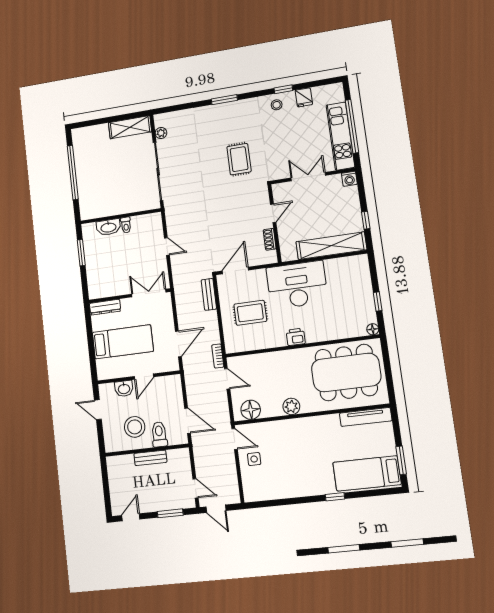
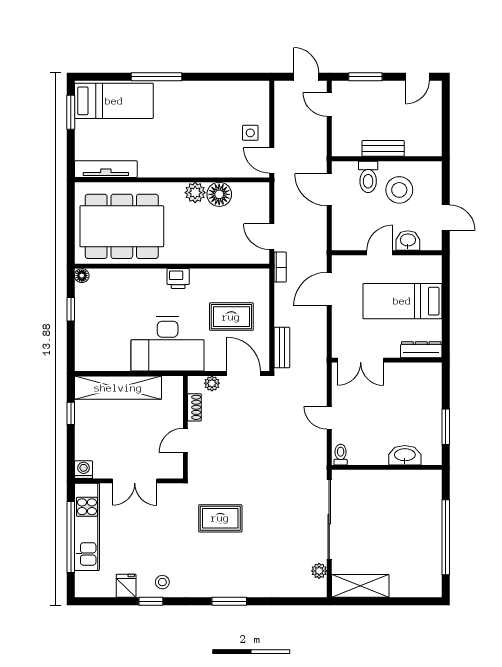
rug: (239, 159) -> (220, 518), turned 90
toilet: (126, 225) -> (341, 455), moved
plant: (259, 259) -> (212, 383), added
door: (235, 270) -> (244, 373), swing flipped
floor lamp: (251, 410) -> (219, 194), moved
window: (335, 497) -> (157, 77), width x2.17

